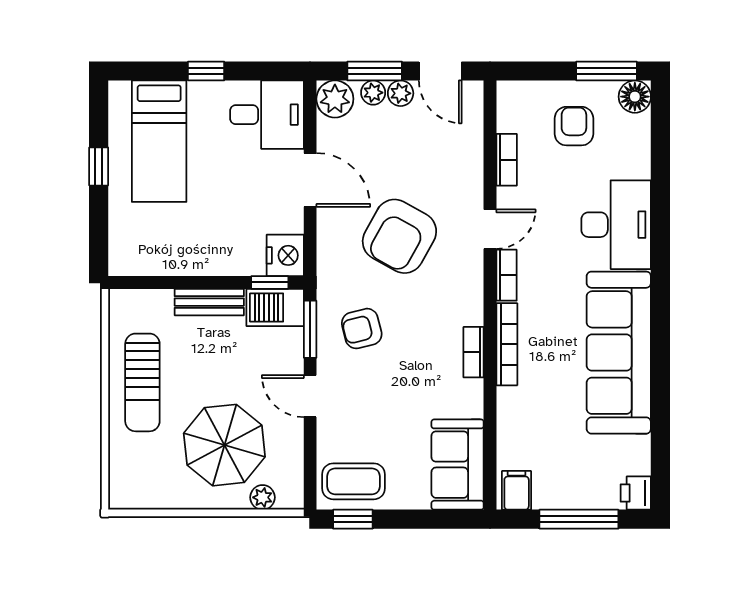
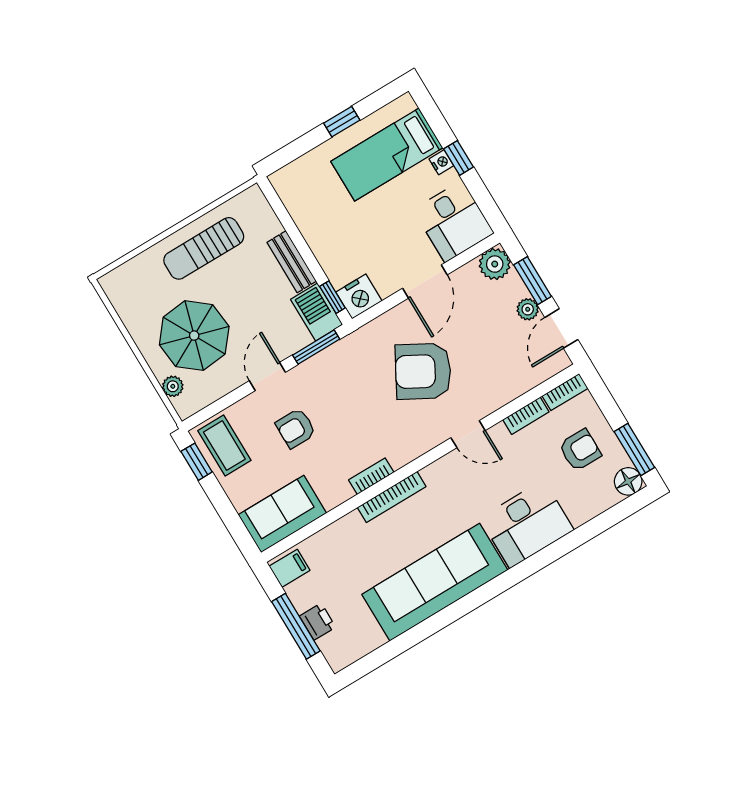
nightstand: (200, 91) -> (441, 162), added
plant: (373, 93) -> (516, 289), removed
bookcase: (507, 275) -> (565, 392), moved
armchair: (362, 329) -> (296, 428), moved, turned -76
printer: (636, 493) -> (318, 622), moved, turned 90

